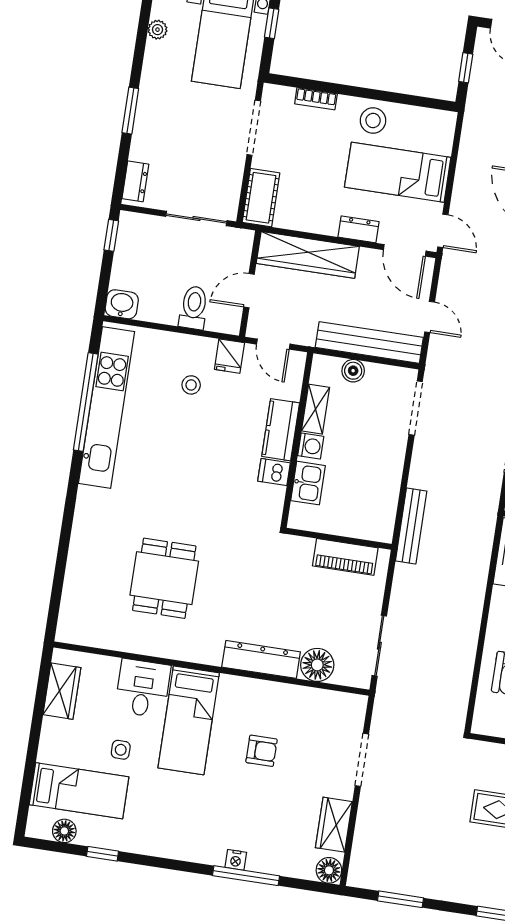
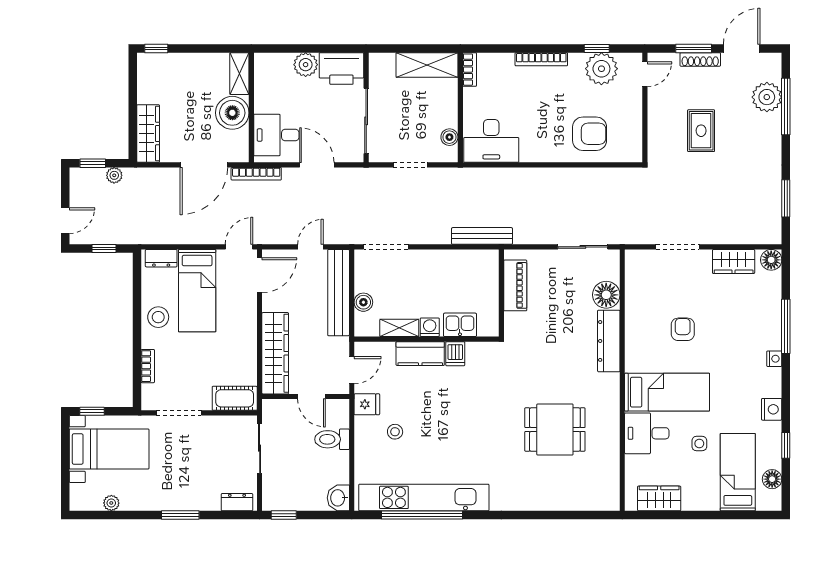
dresser: (358, 229) -> (161, 258), moved, turned -90
nightstand: (149, 843) -> (772, 409), added
nightstand: (236, 860) -> (774, 359), moved

